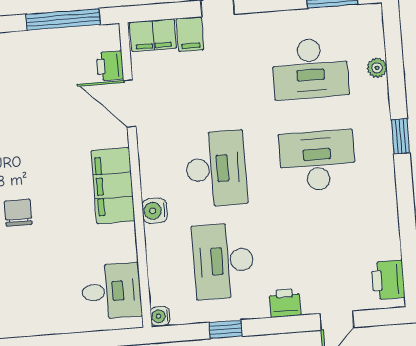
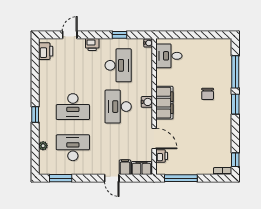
water cooler: (155, 211) -> (147, 102), moved

